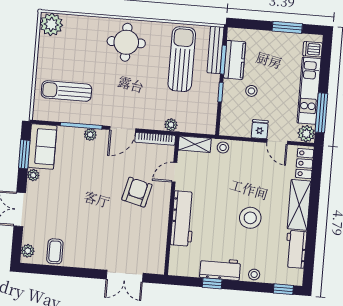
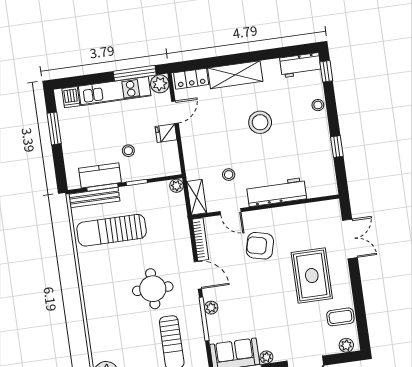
round table: (126, 42) -> (153, 289), moved
plant: (171, 125) -> (176, 186), moved
stool: (223, 147) -> (229, 175), moved
rug: (99, 234) -> (312, 276), added
workbench: (296, 249) -> (300, 65), moved
workbench: (220, 269) -> (320, 142), removed

